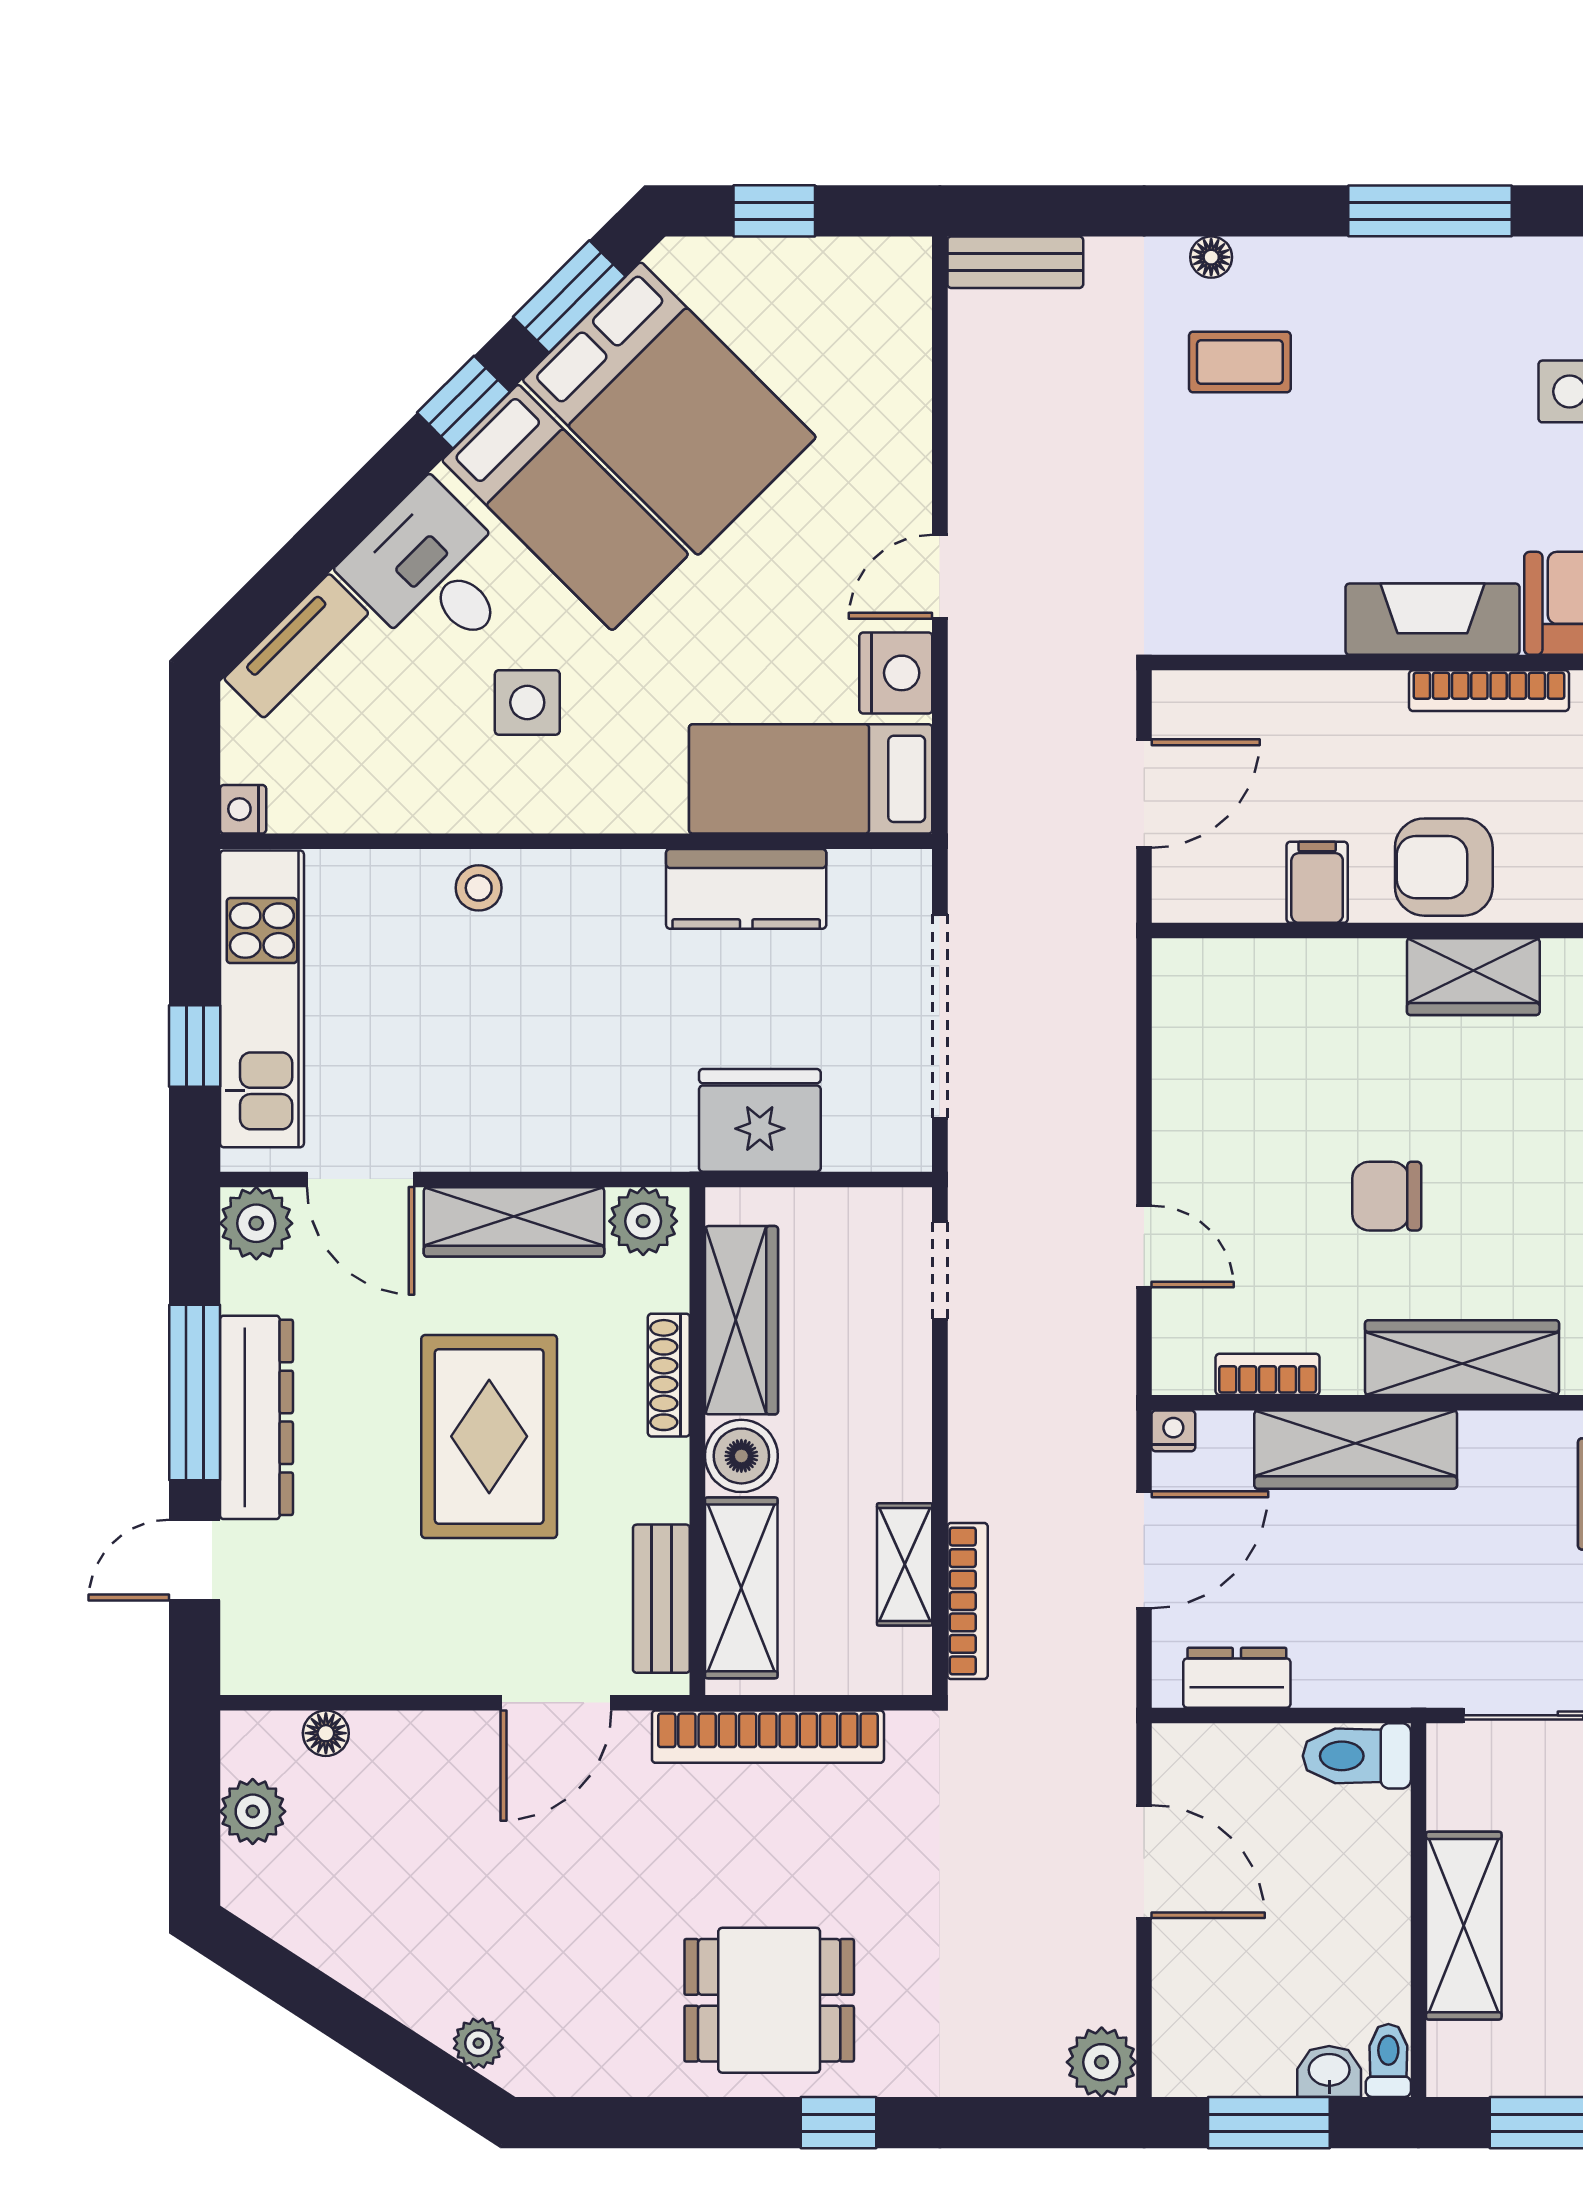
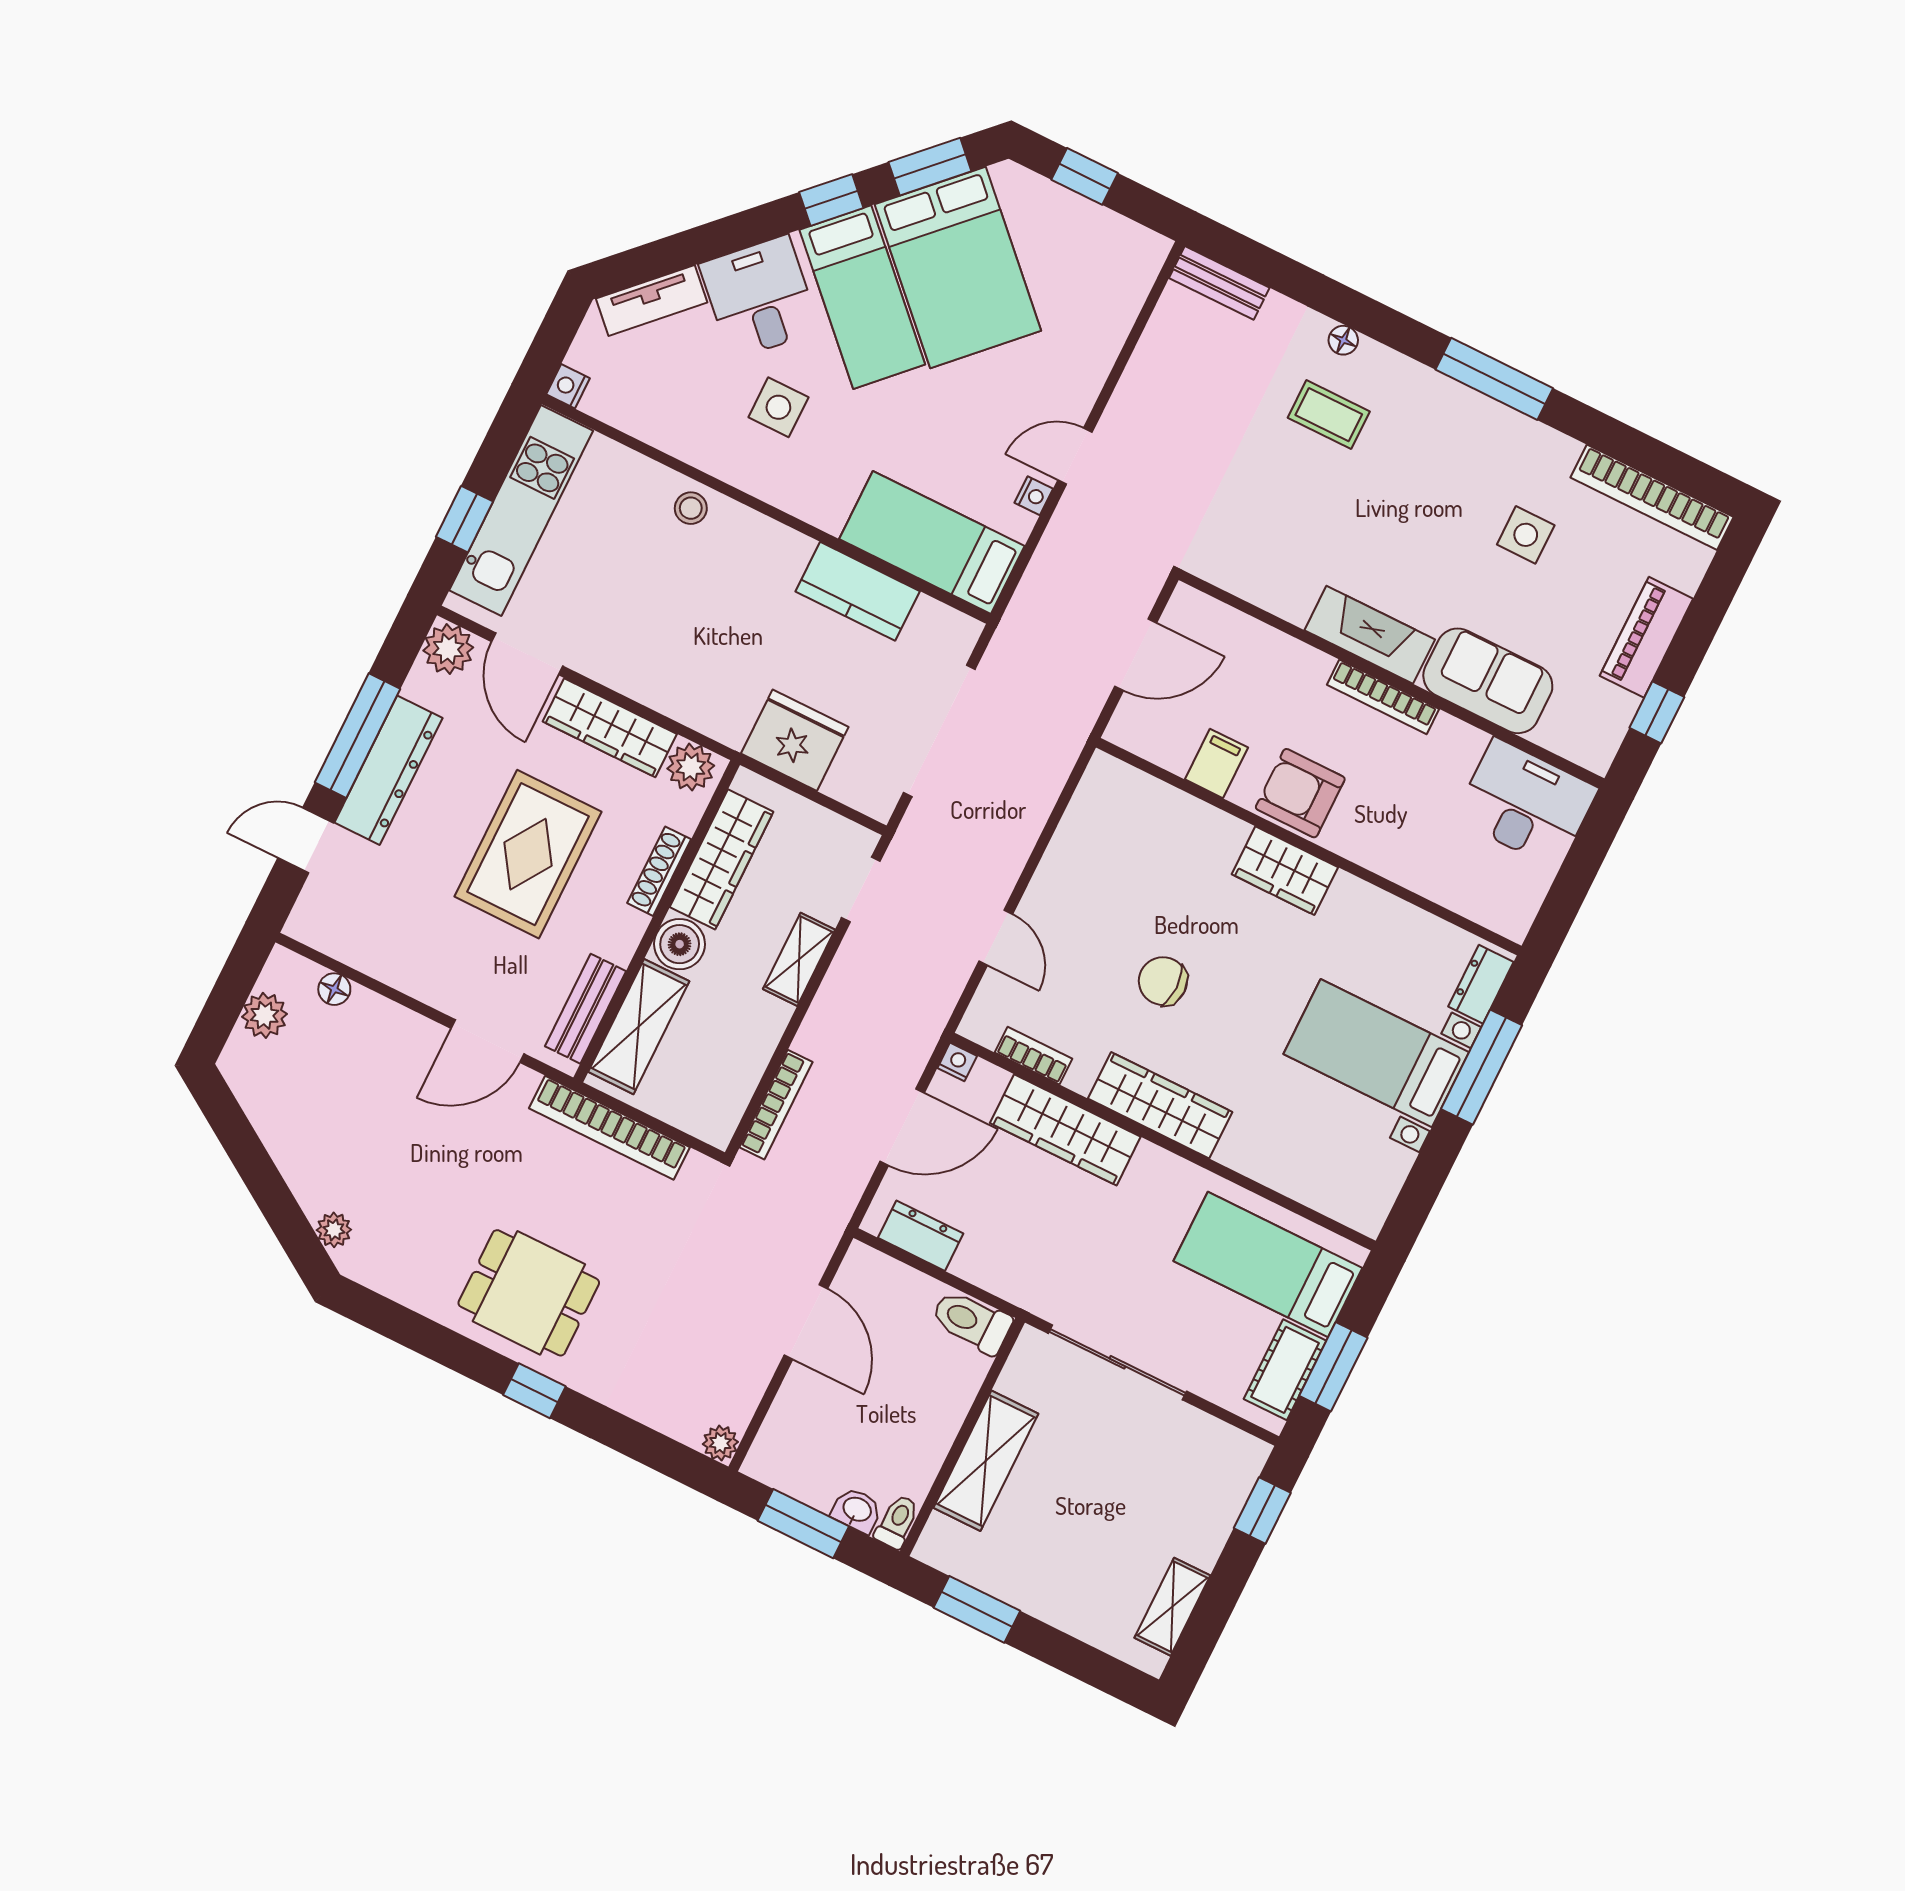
nightstand: (896, 673) -> (1034, 496), width x0.53, depth x0.56
shelving: (905, 1564) -> (799, 959), moved
plant: (1102, 2062) -> (720, 1443), width x0.73, depth x0.73

